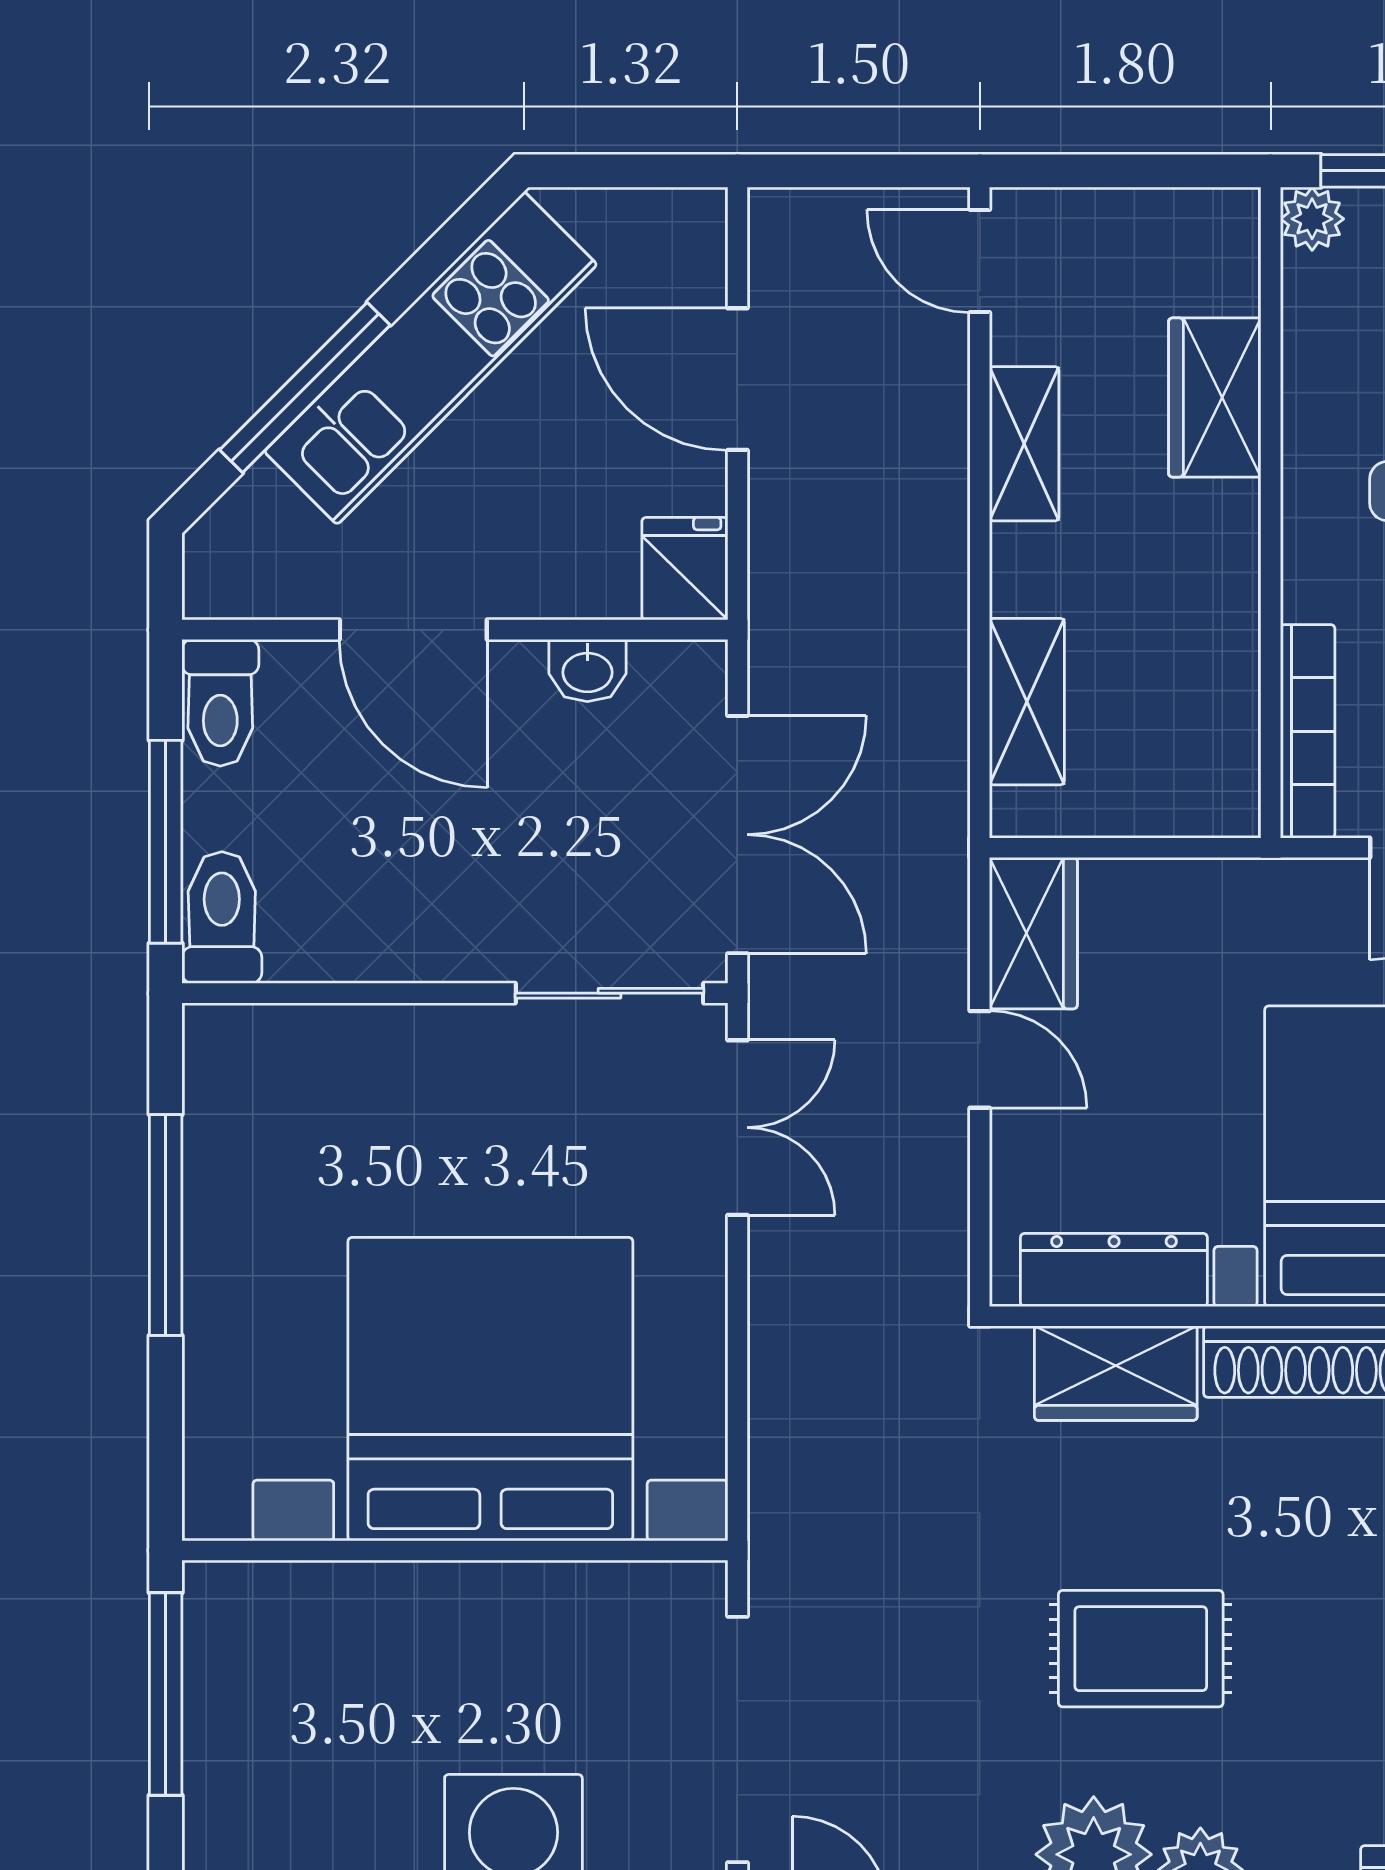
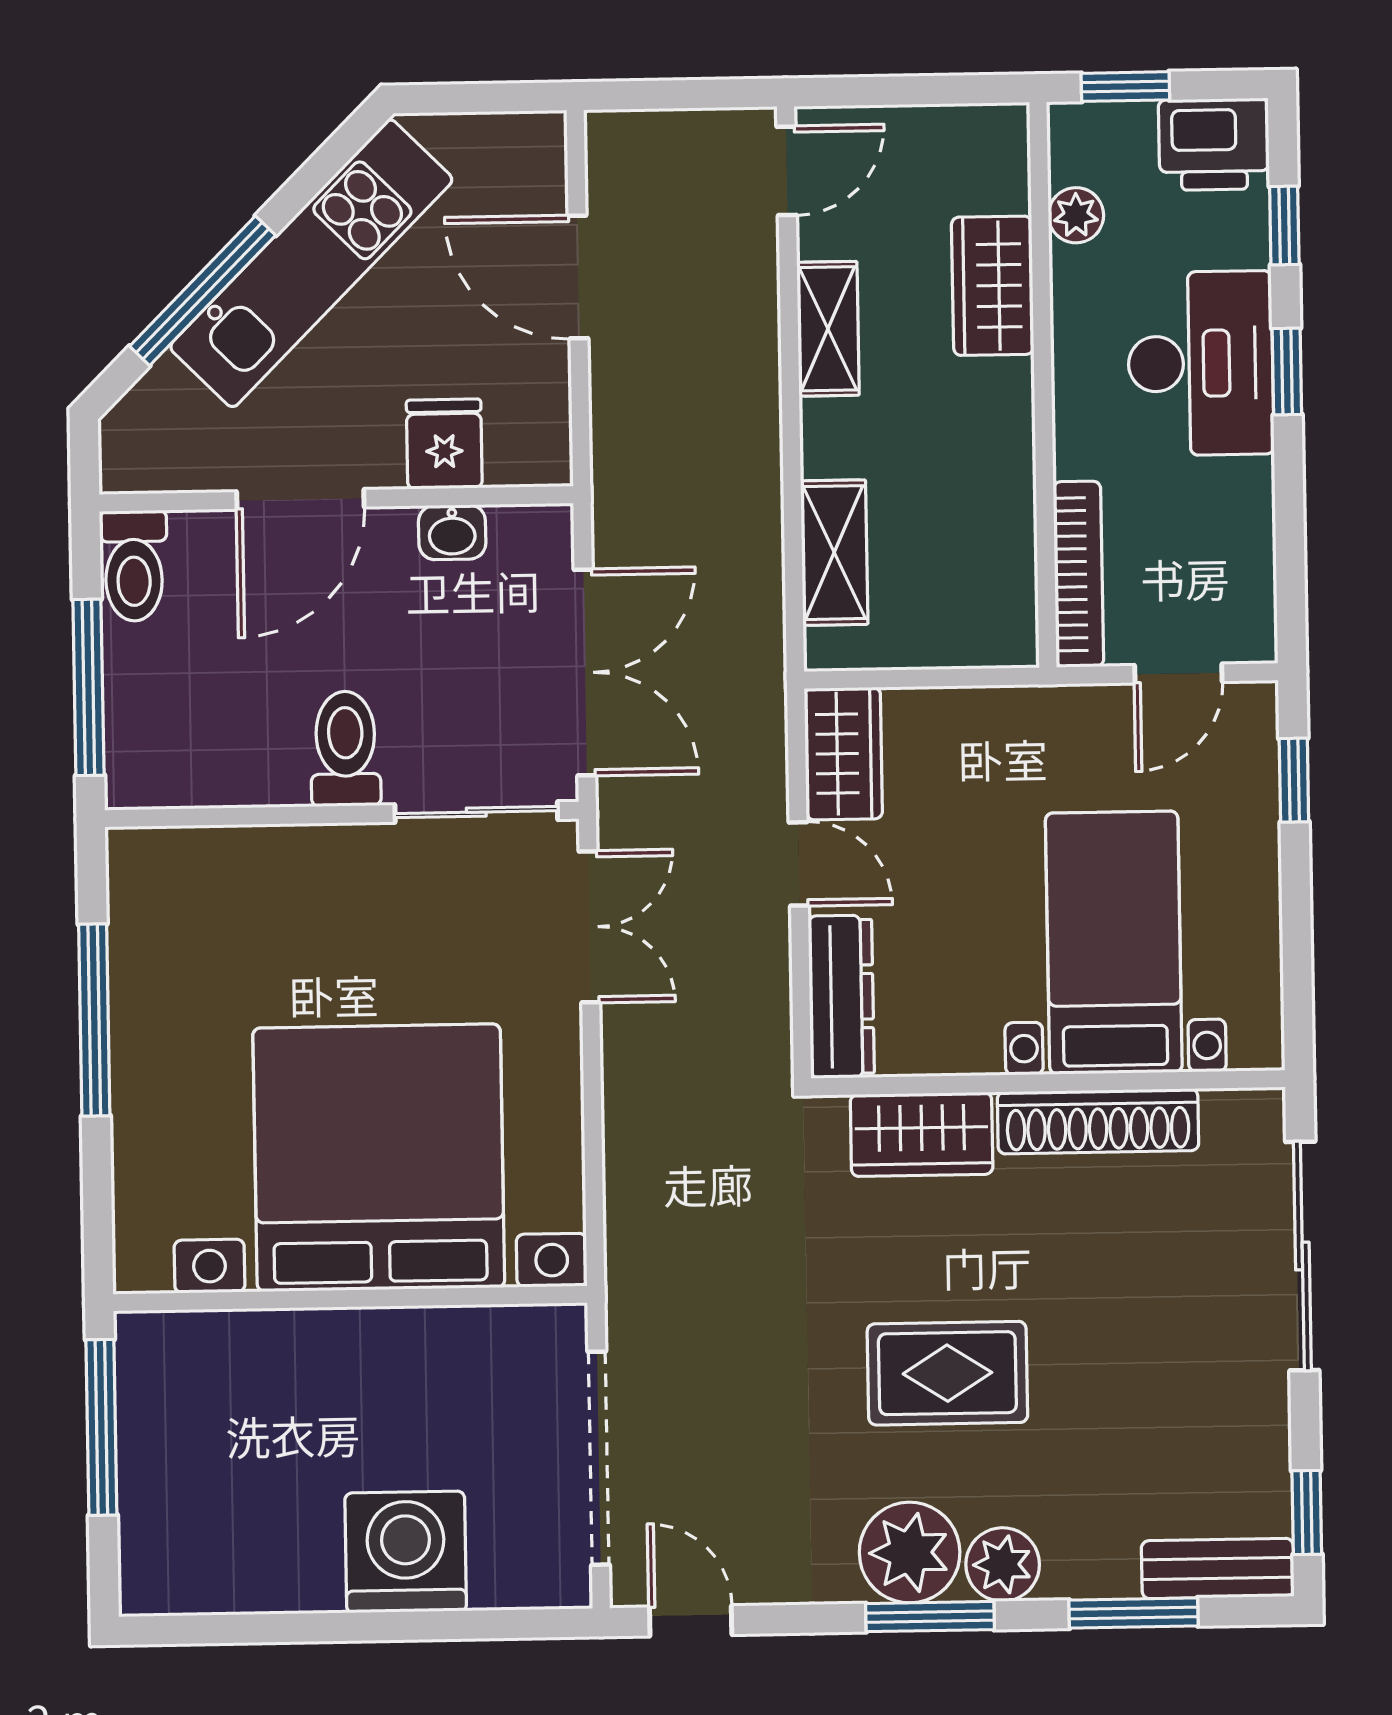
plant: (1312, 219) -> (1076, 215), moved
door: (980, 261) -> (787, 171), swing flipped
fridge: (685, 569) -> (444, 444), moved
door: (413, 630) -> (300, 499), hinge flipped
toilet: (222, 918) -> (346, 749), moved
dresser: (1114, 1270) -> (841, 997), moved, turned 90

